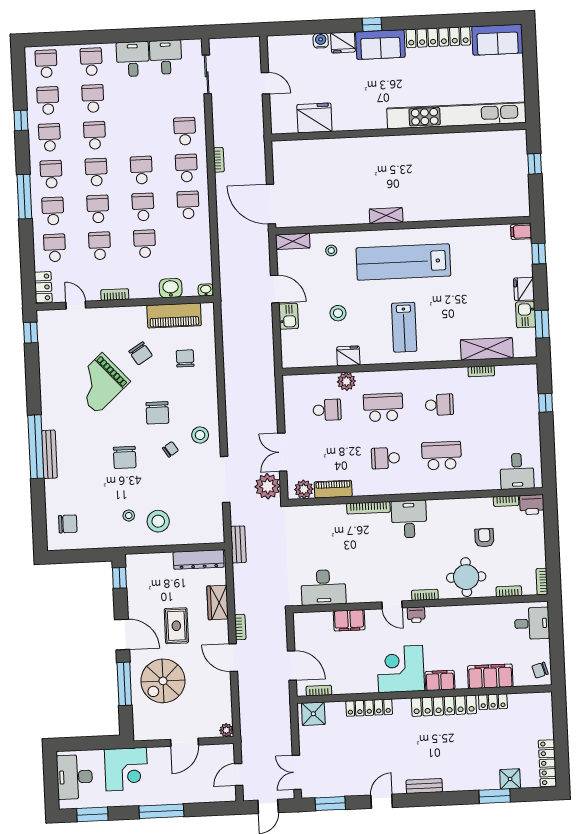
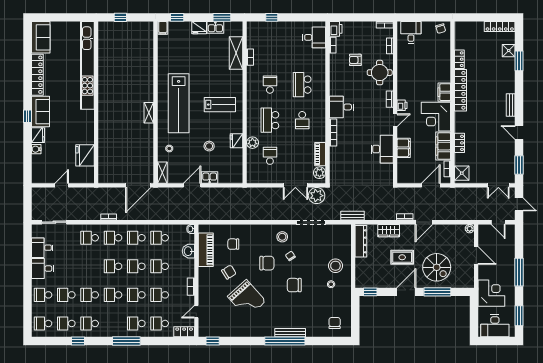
school desk: (51, 174) -> (160, 238), moved
chair: (125, 457) -> (294, 285), turned 180
desk: (323, 587) -> (382, 149), moved
filing cabinet: (490, 676) -> (443, 146), moved
locker: (369, 708) -> (460, 143), width x0.66

